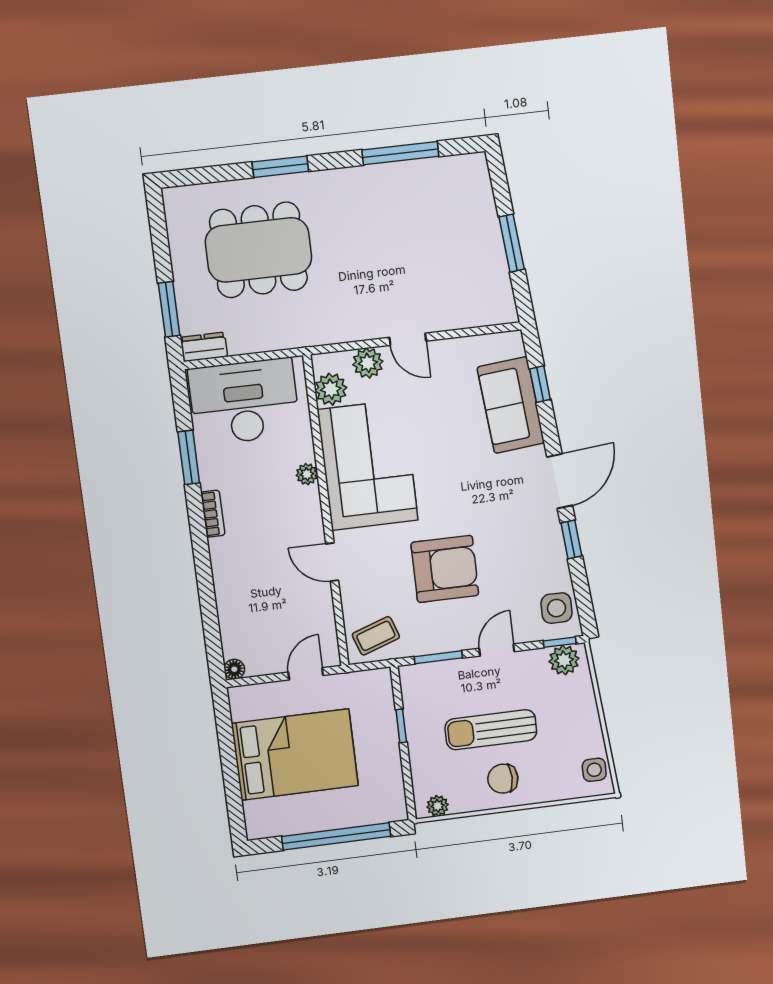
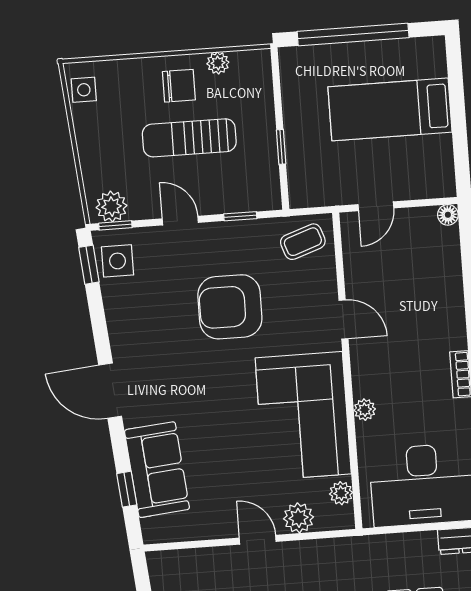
plant: (331, 389) -> (341, 493), width x0.73, depth x0.73
door: (560, 481) -> (110, 391), hinge flipped
window: (571, 539) -> (89, 265), moved
door: (497, 650) -> (180, 221), swing flipped
window: (438, 657) -> (240, 216), width x0.67
sun lounger: (491, 730) -> (189, 138), turned 180
bed: (295, 755) -> (390, 109), width x0.67
plant: (438, 806) -> (218, 63), moved

